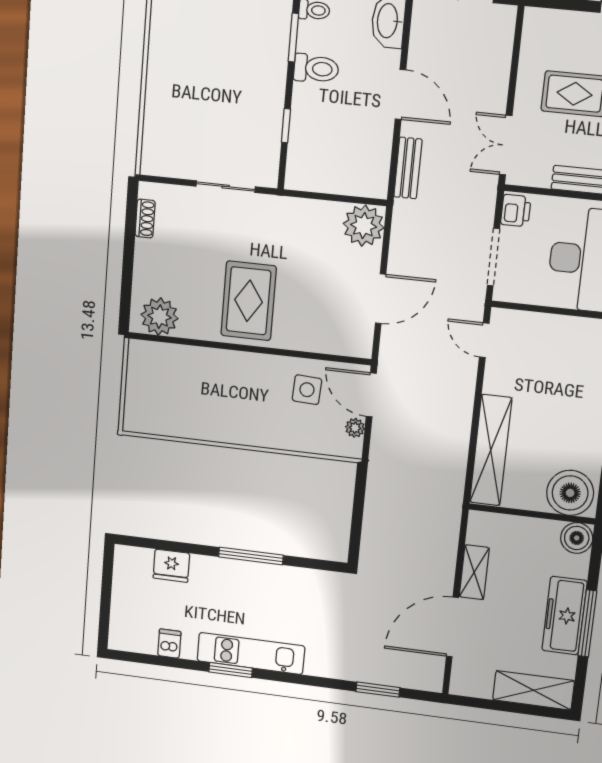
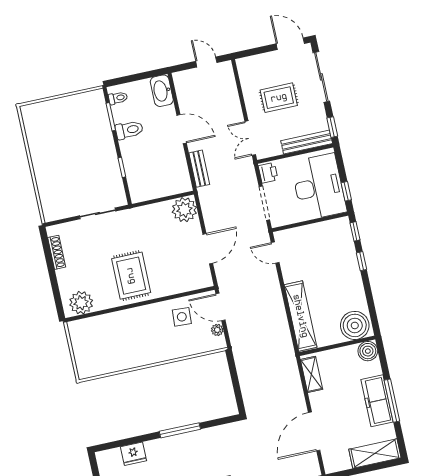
shoe rack: (145, 218) -> (57, 252), width x1.43
shelving: (474, 572) -> (312, 374), moved

